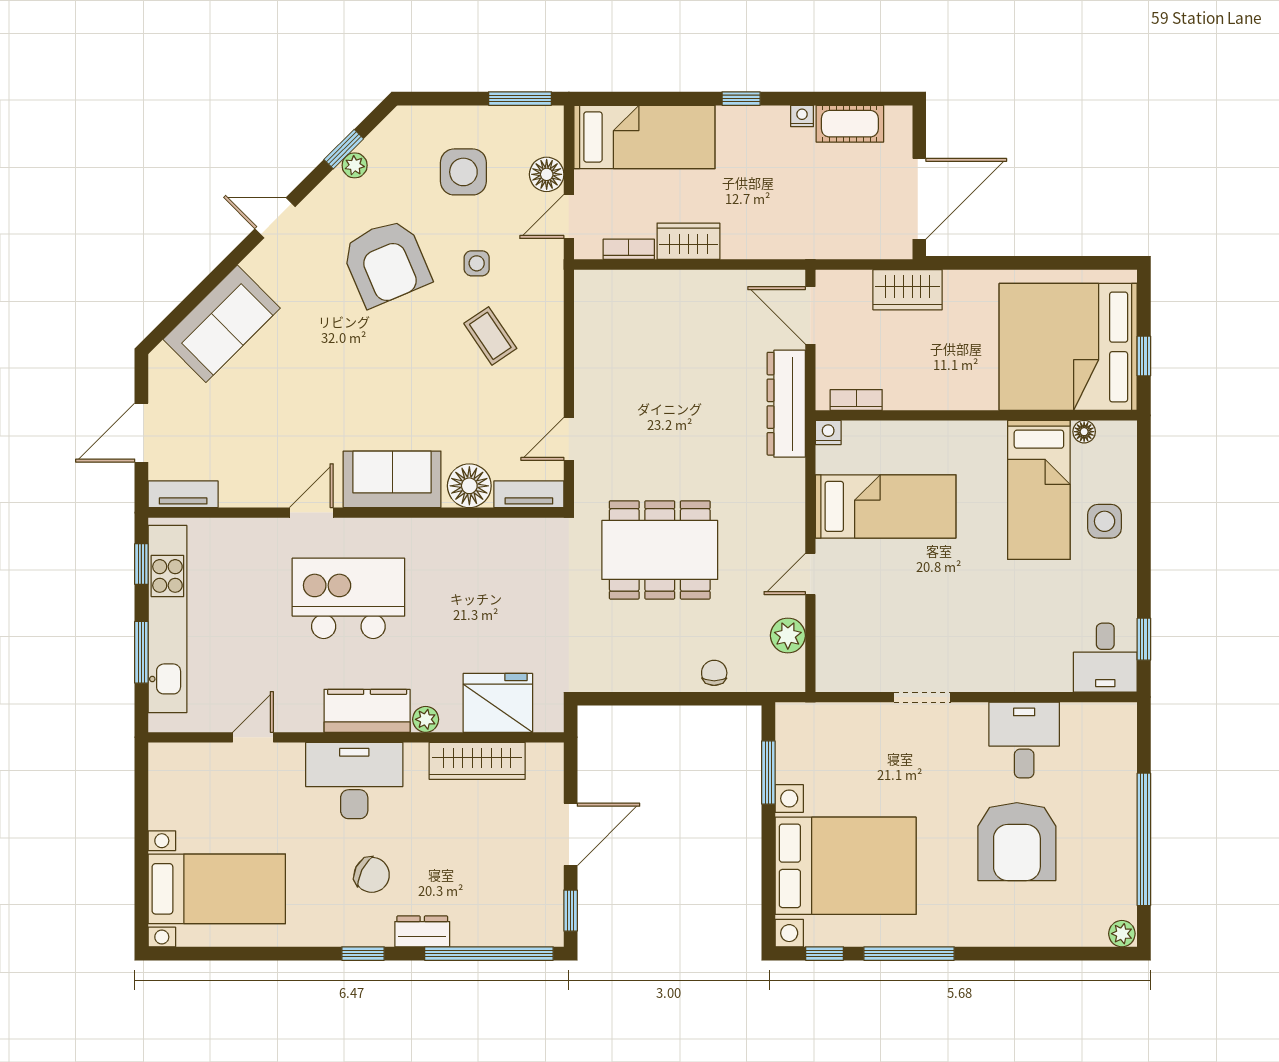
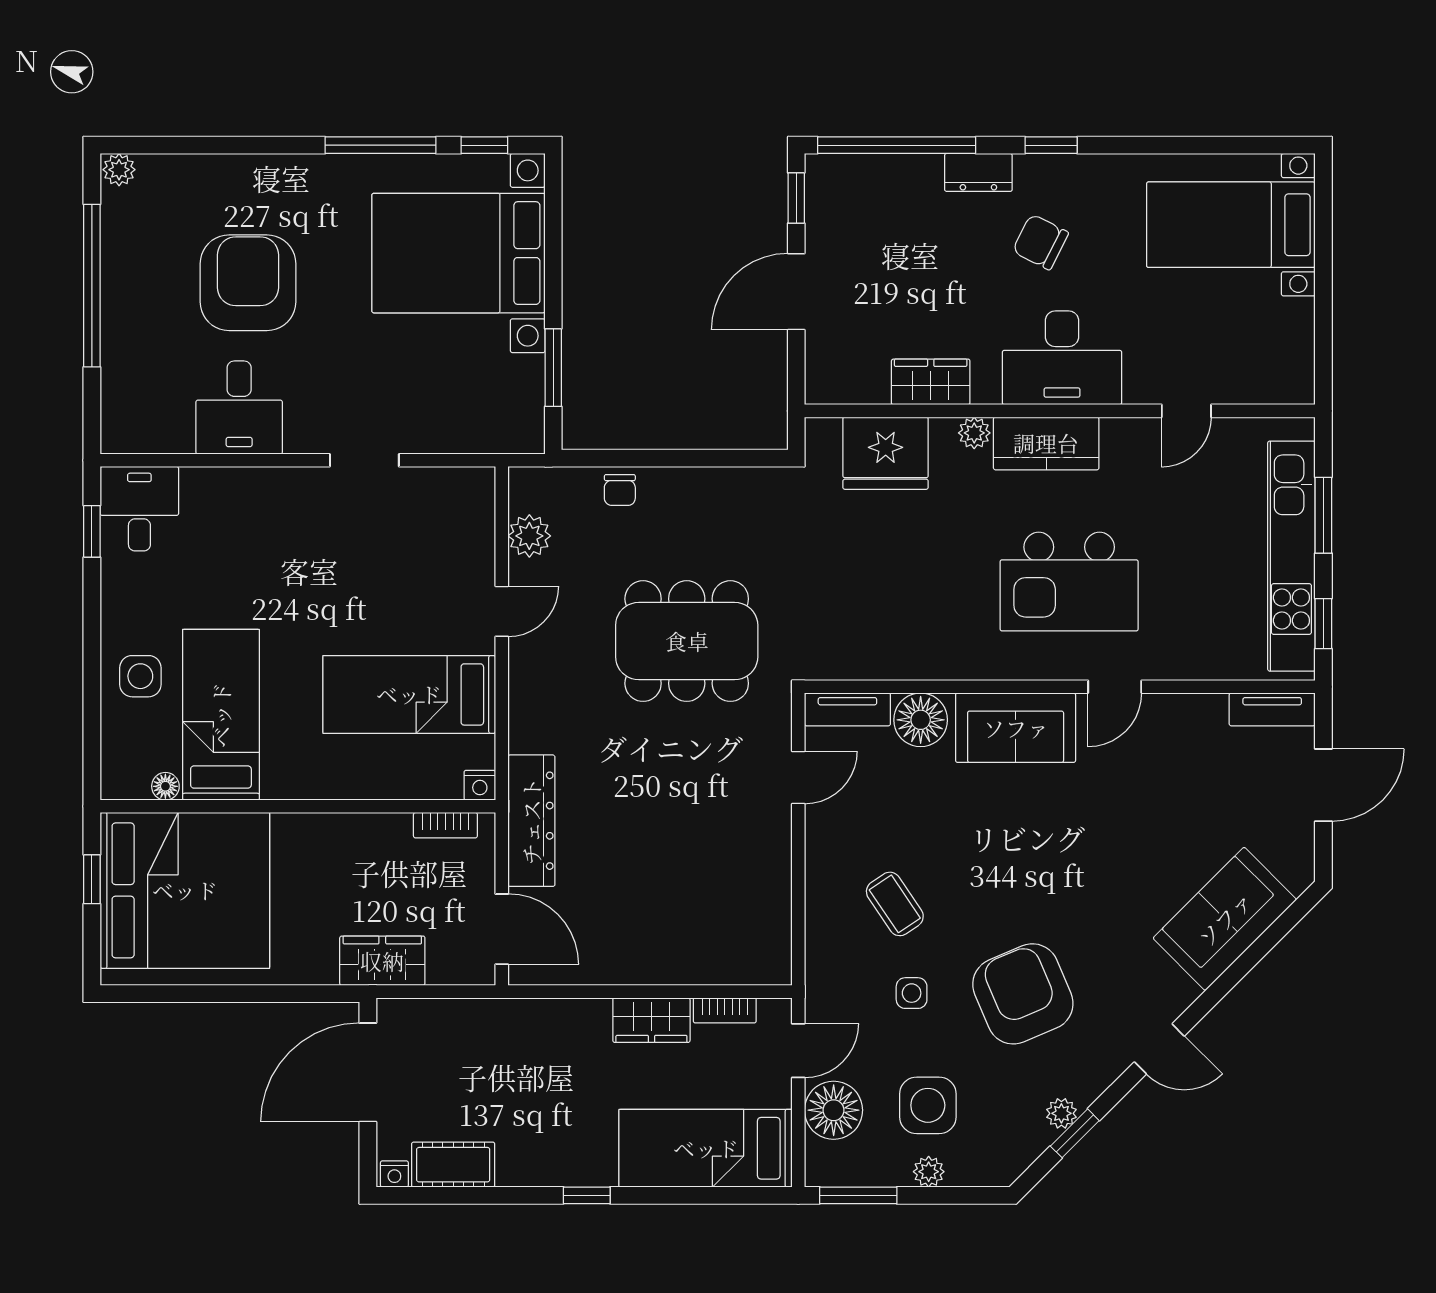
nightstand: (802, 116) -> (394, 1174), moved
plant: (463, 118) -> (929, 1172), added
floor lamp: (547, 174) -> (834, 1110), width x1.38, depth x1.38
wardrobe: (477, 761) -> (931, 382), width x0.67

